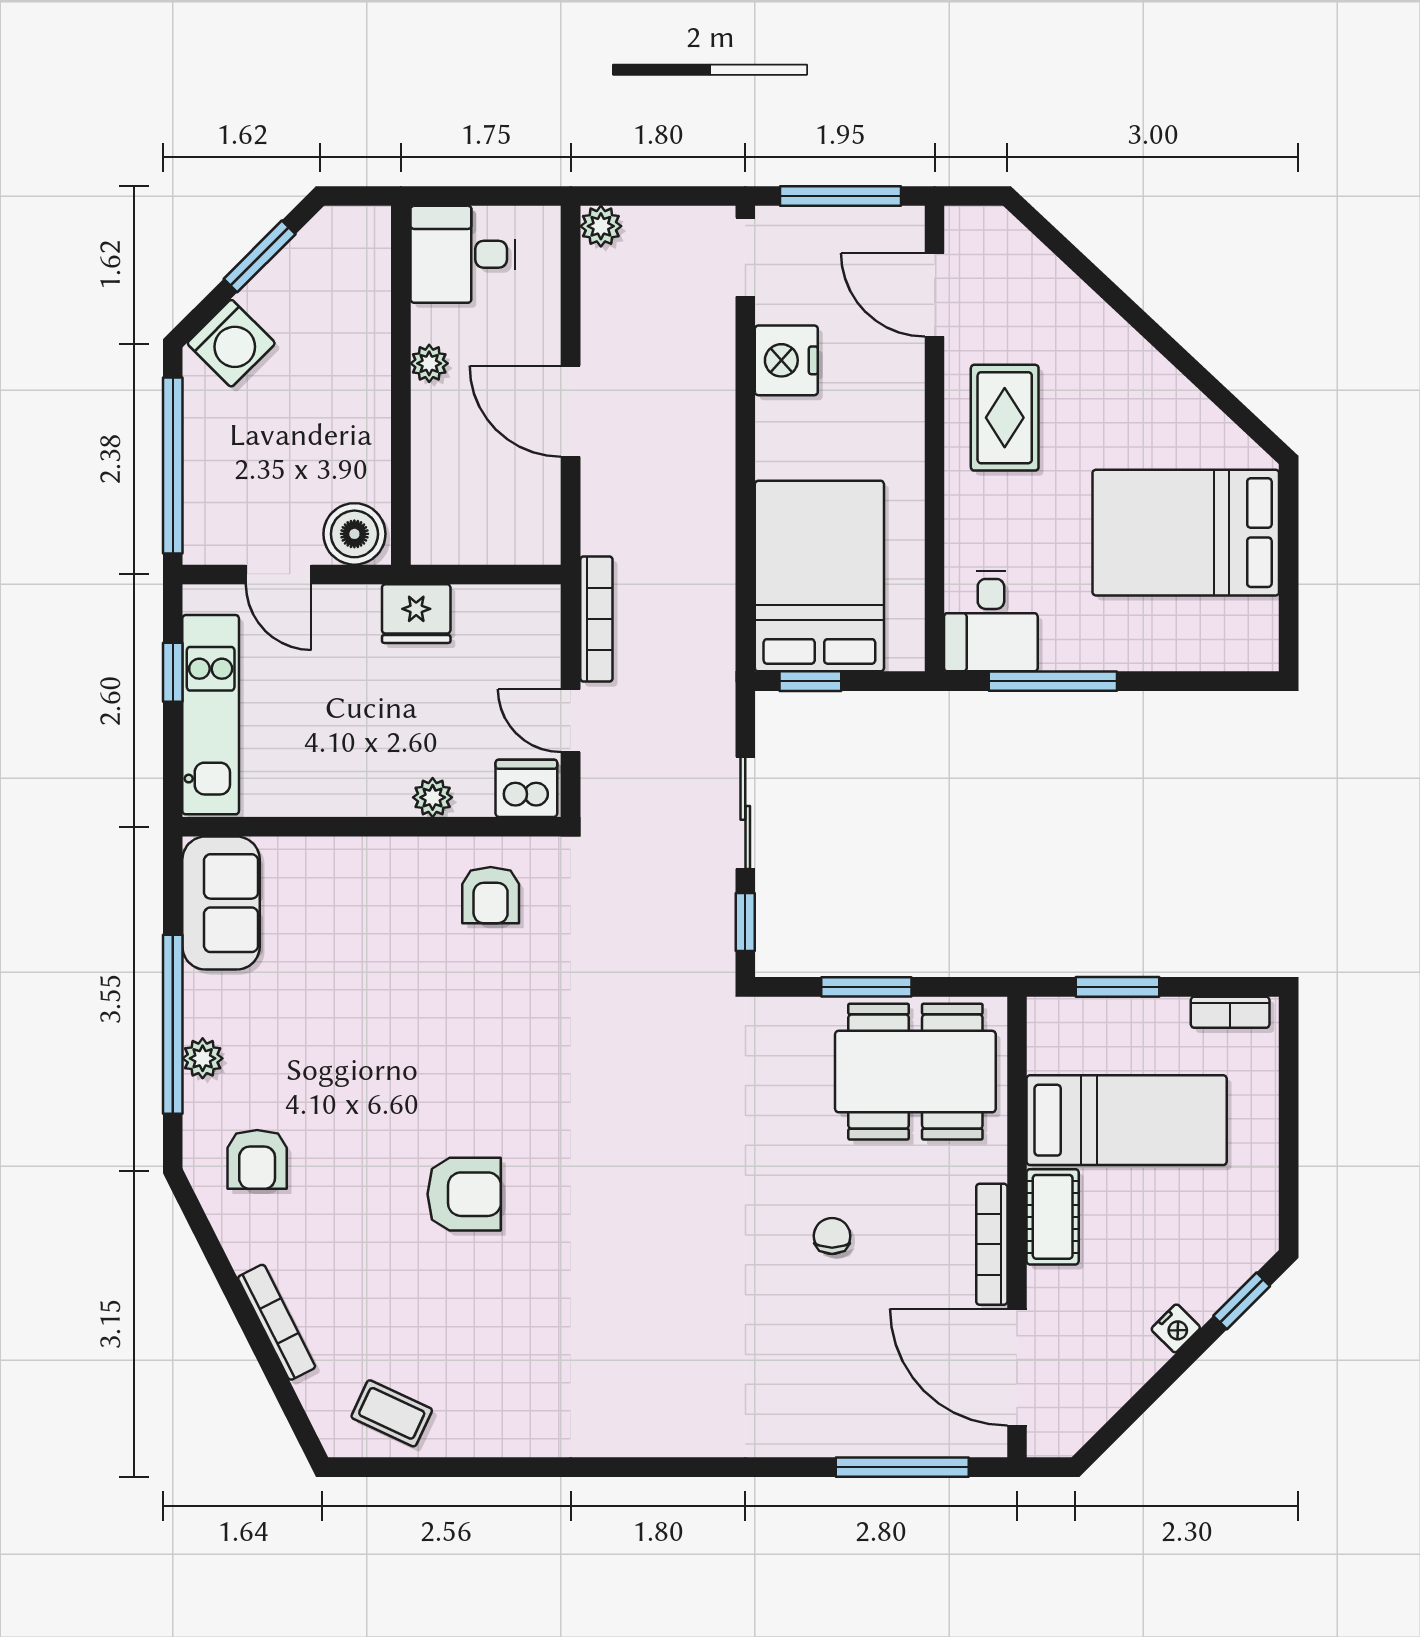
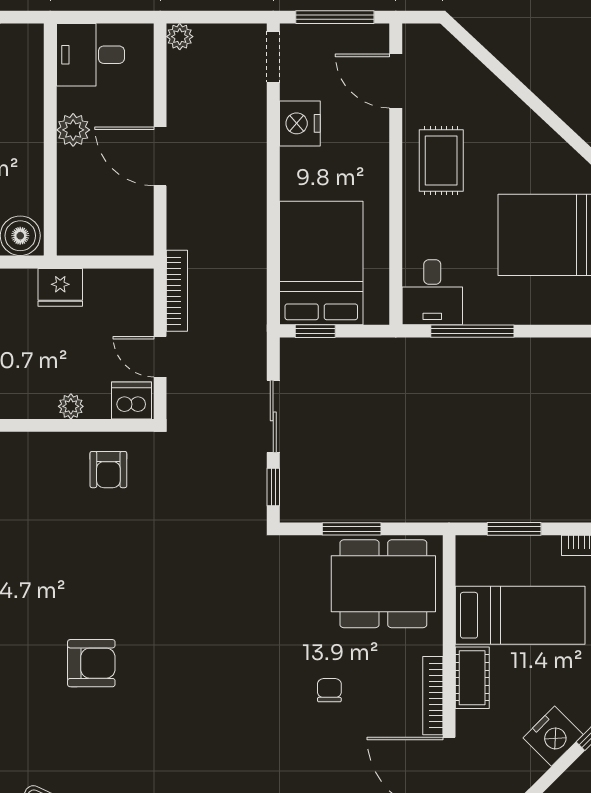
plant: (429, 363) -> (73, 130), width x1.38, depth x1.38
nightstand: (1176, 1328) -> (553, 736), width x1.89, depth x1.79

